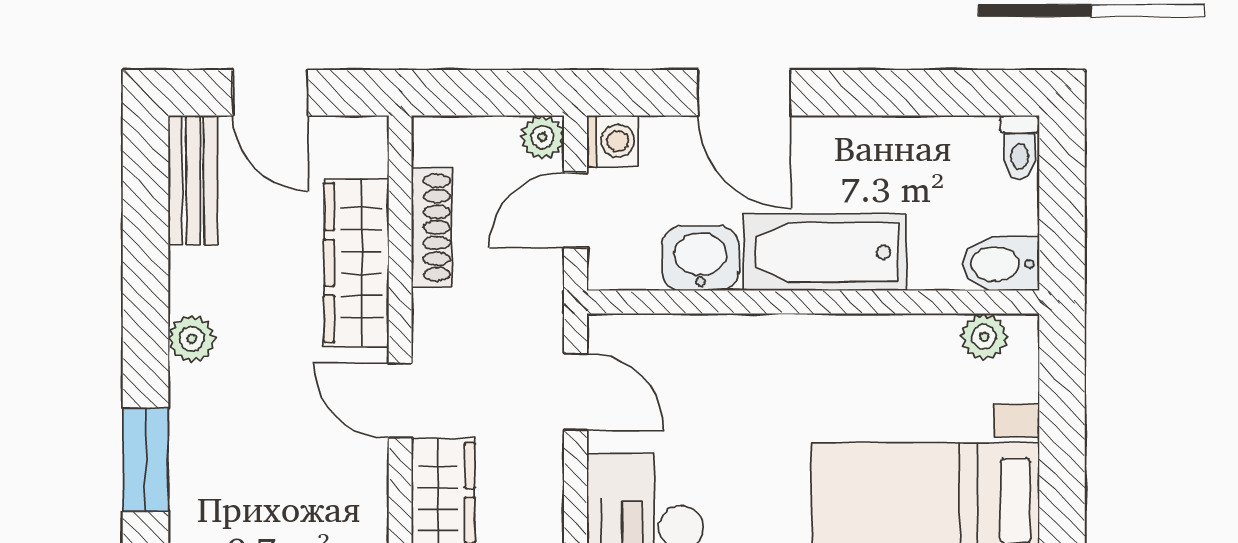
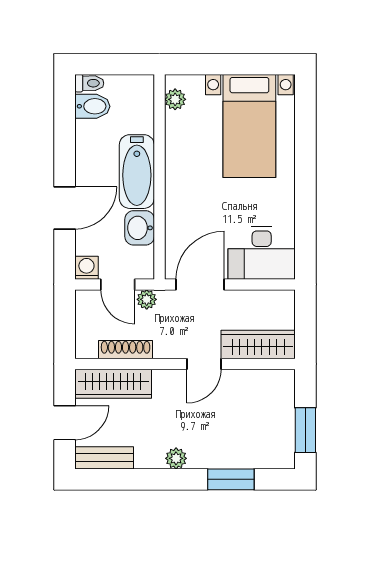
plant: (542, 137) -> (147, 299), moved
wardrobe: (356, 263) -> (113, 384), moved
bidet: (1000, 264) -> (92, 106), moved, turned -90
door: (576, 392) -> (200, 284), width x1.38

